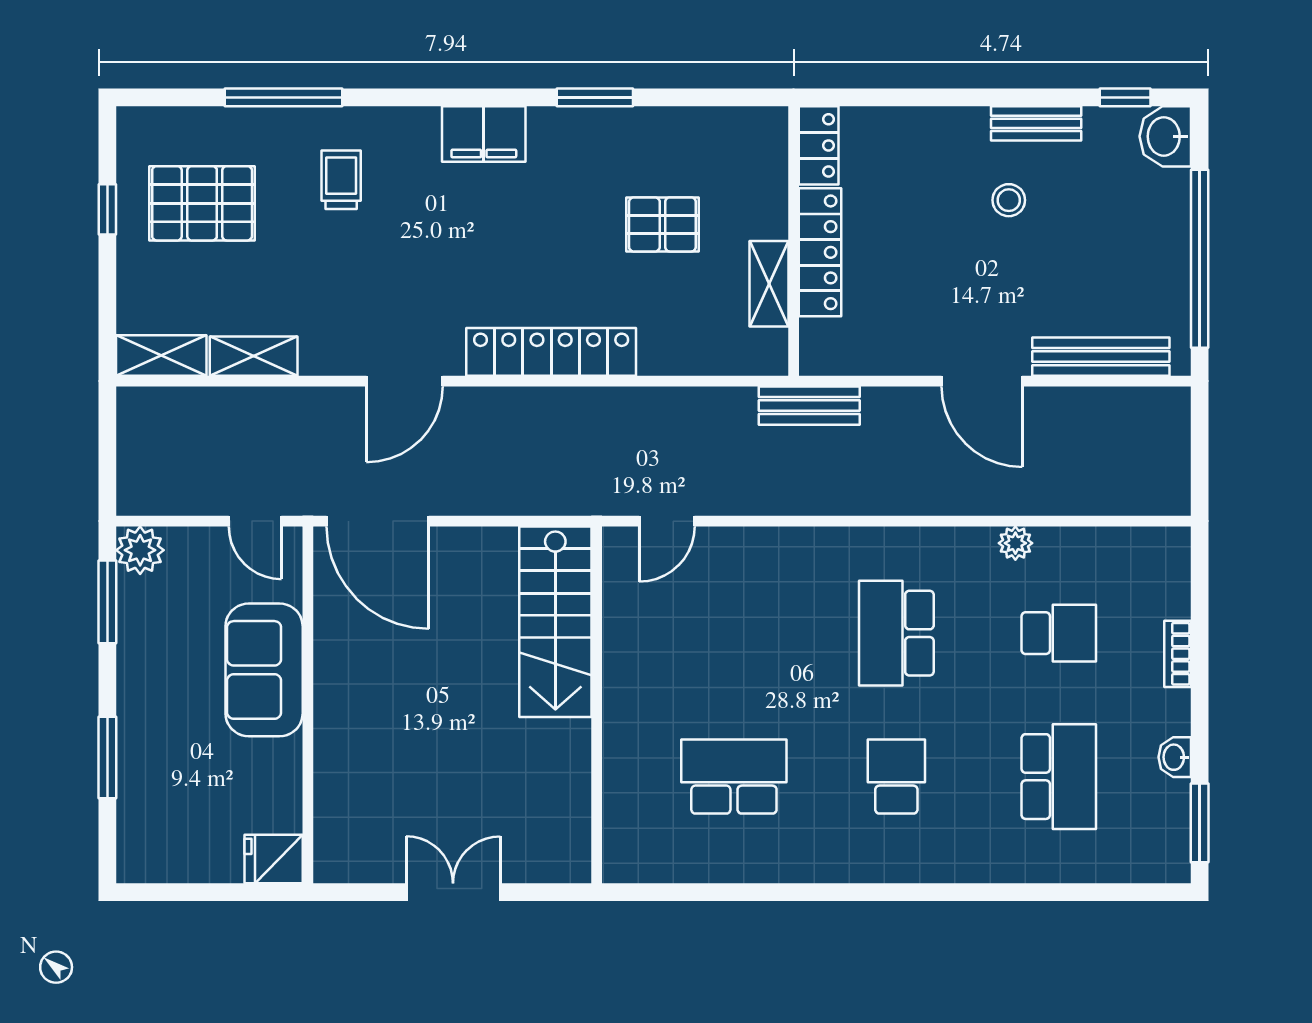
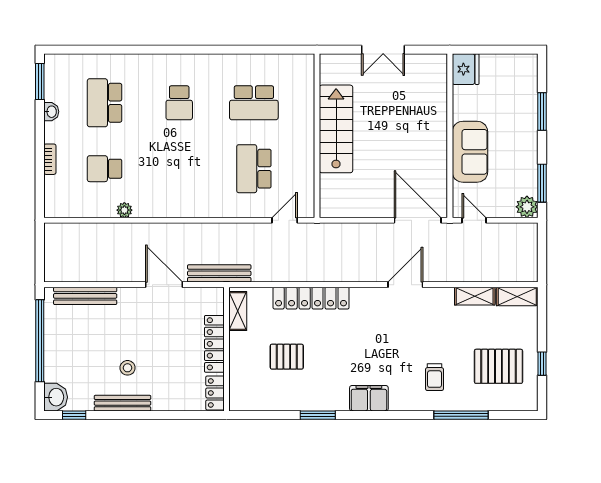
bench: (1036, 123) -> (122, 403), width x1.36
shelving: (769, 284) -> (238, 311), moved
locker: (551, 352) -> (311, 298), moved
door: (982, 381) -> (164, 285), moved
bench: (809, 406) -> (219, 273), width x1.36
stairs: (555, 622) -> (336, 129), moved
school desk: (896, 633) -> (254, 169), moved, turned 180
fridge: (274, 859) -> (466, 69), width x1.38

